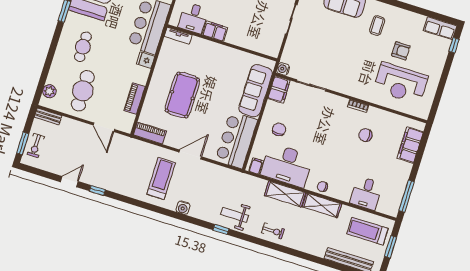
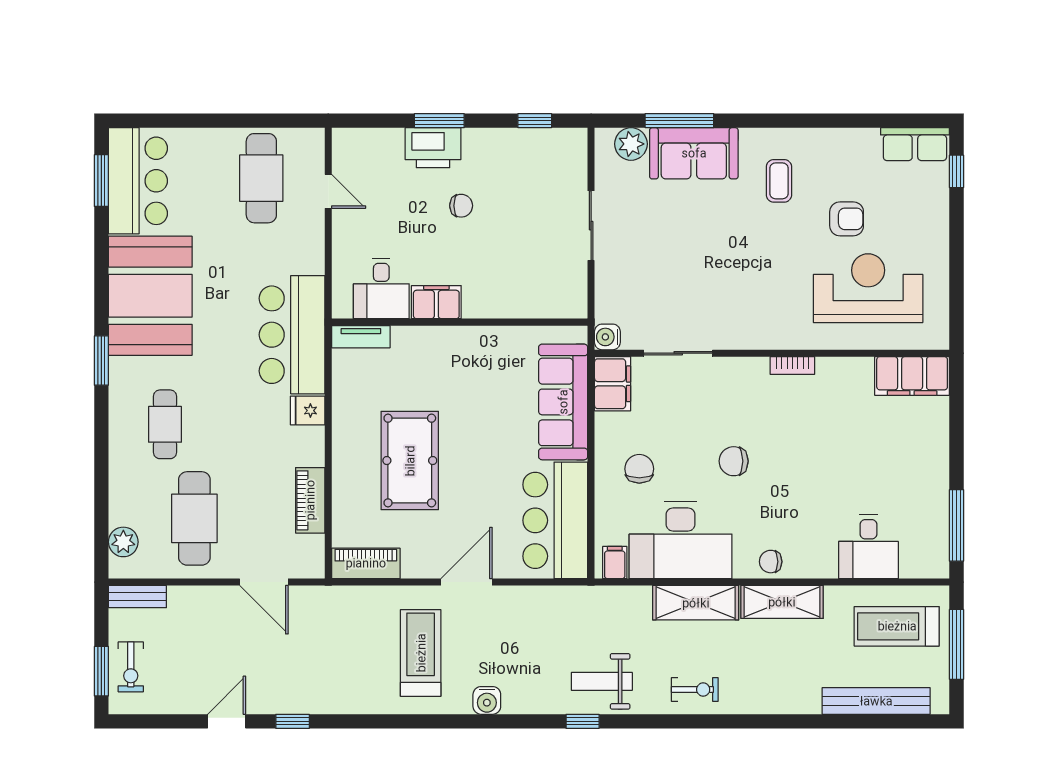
reception desk: (401, 83) -> (868, 288), turned 180
chair: (365, 135) -> (734, 461), moved
filing cabinet: (410, 145) -> (912, 376), moved, turned -90
window: (391, 247) -> (956, 644), width x1.44

